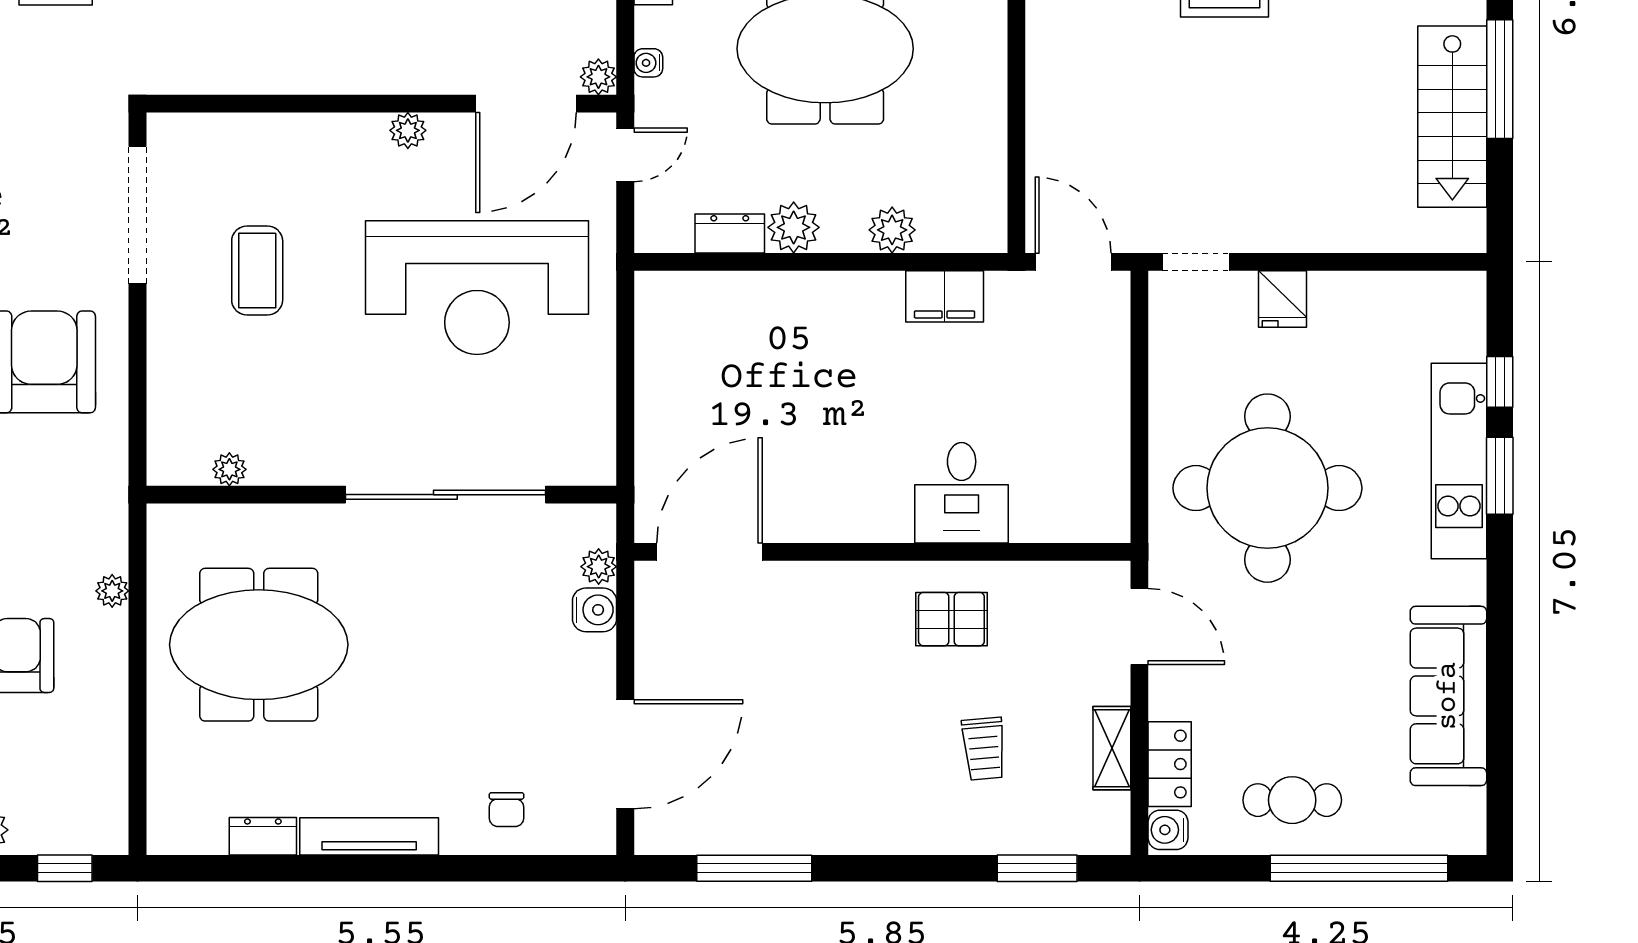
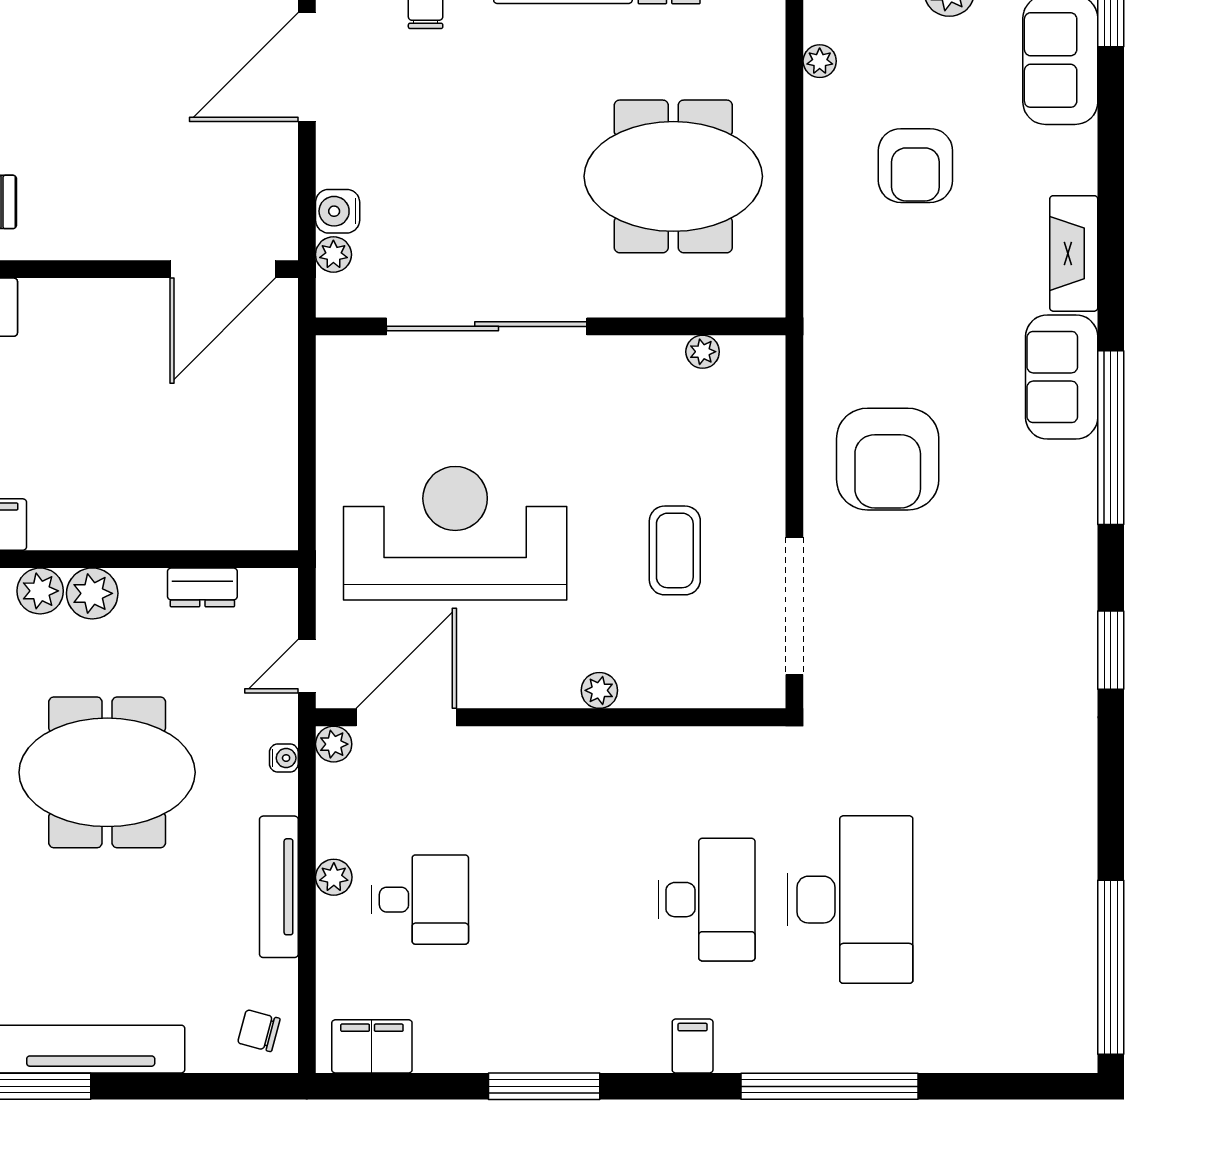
plant: (408, 130) -> (599, 690), moved
plant: (794, 227) -> (92, 593), moved
plant: (112, 591) -> (820, 61), moved

